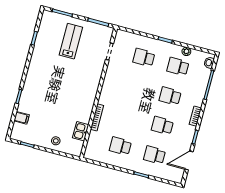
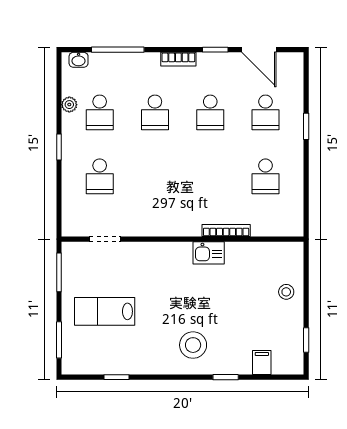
stool: (41, 84) -> (193, 345), added
kitchen sink: (81, 131) -> (209, 253), moved

